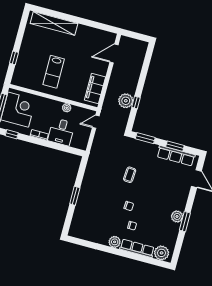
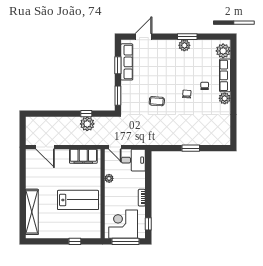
lab bench: (54, 72) -> (78, 200), width x1.36, depth x1.39
desk: (61, 132) -> (133, 160), moved

